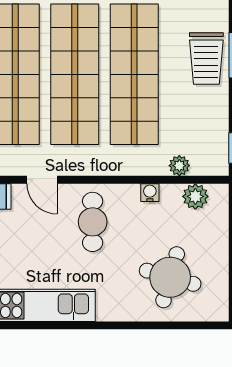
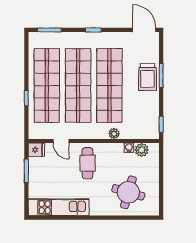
plant: (179, 166) -> (114, 134), moved
water cooler: (150, 193) -> (129, 148), moved

